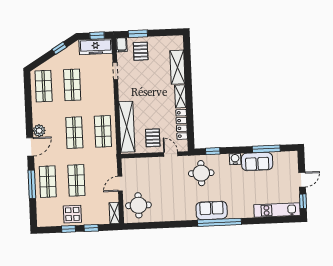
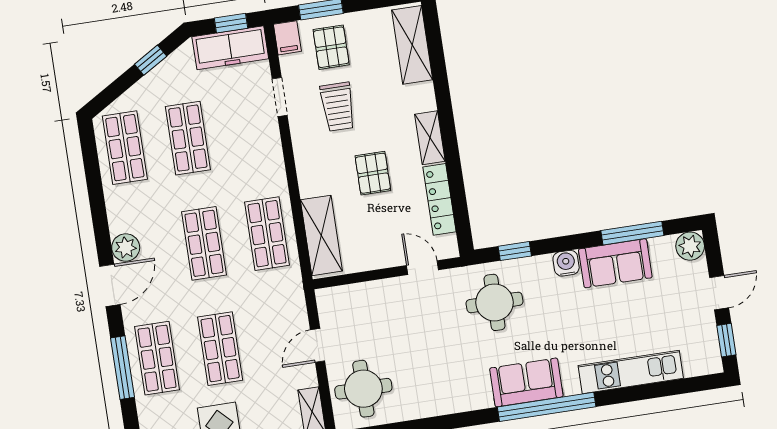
shelving: (177, 67) -> (412, 45), moved
trolley: (141, 78) -> (338, 107), added
shelving: (127, 127) -> (321, 235), width x0.68
pallet: (153, 138) -> (373, 173), moved
plant: (291, 157) -> (690, 246), added
kitchen unit: (277, 210) -> (631, 372), moved

